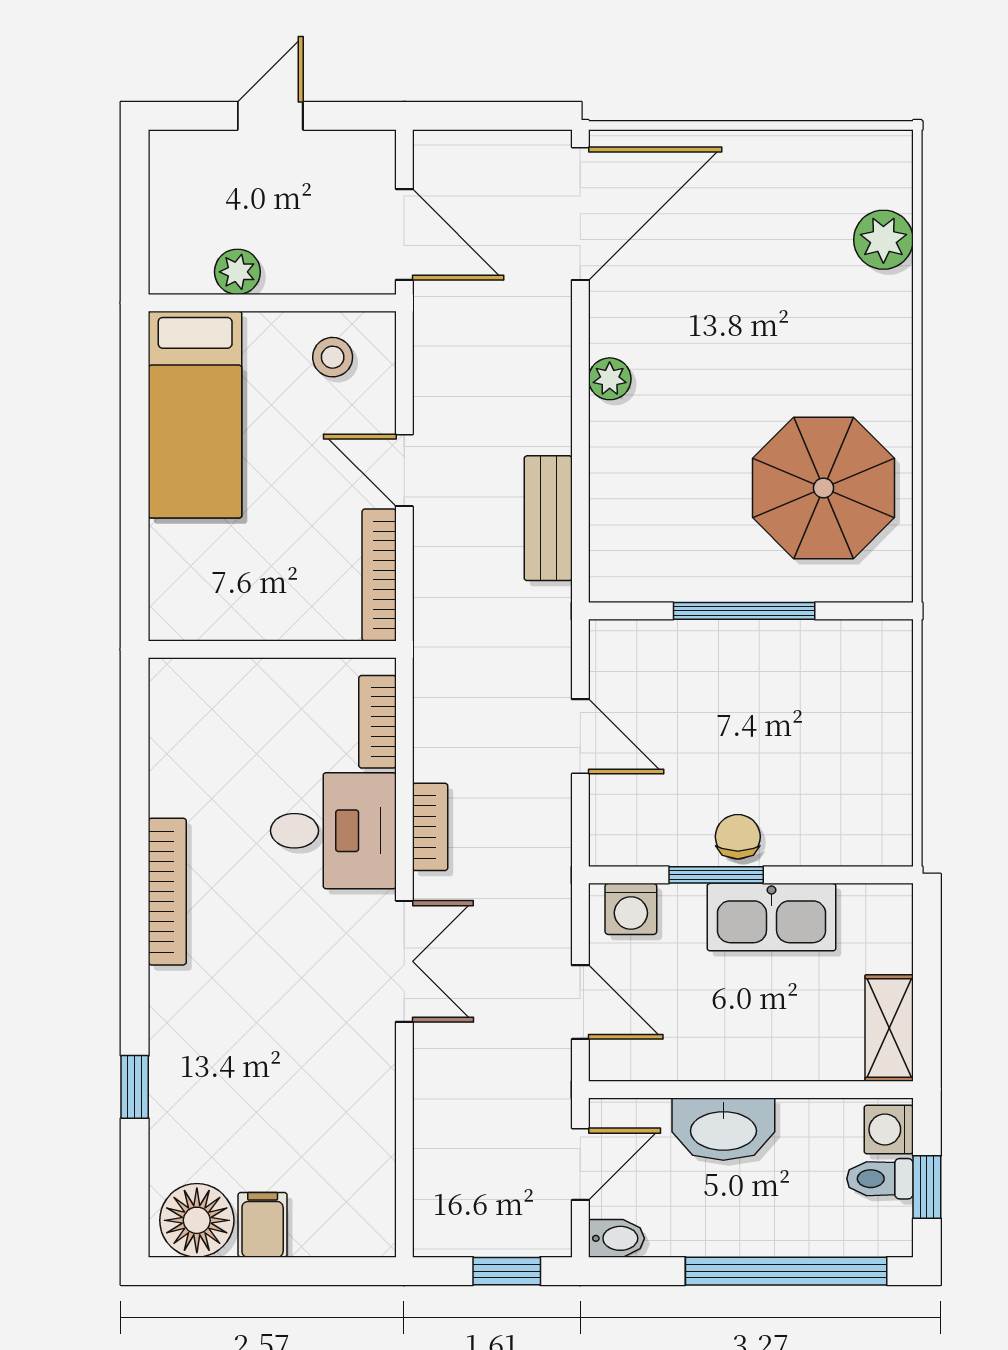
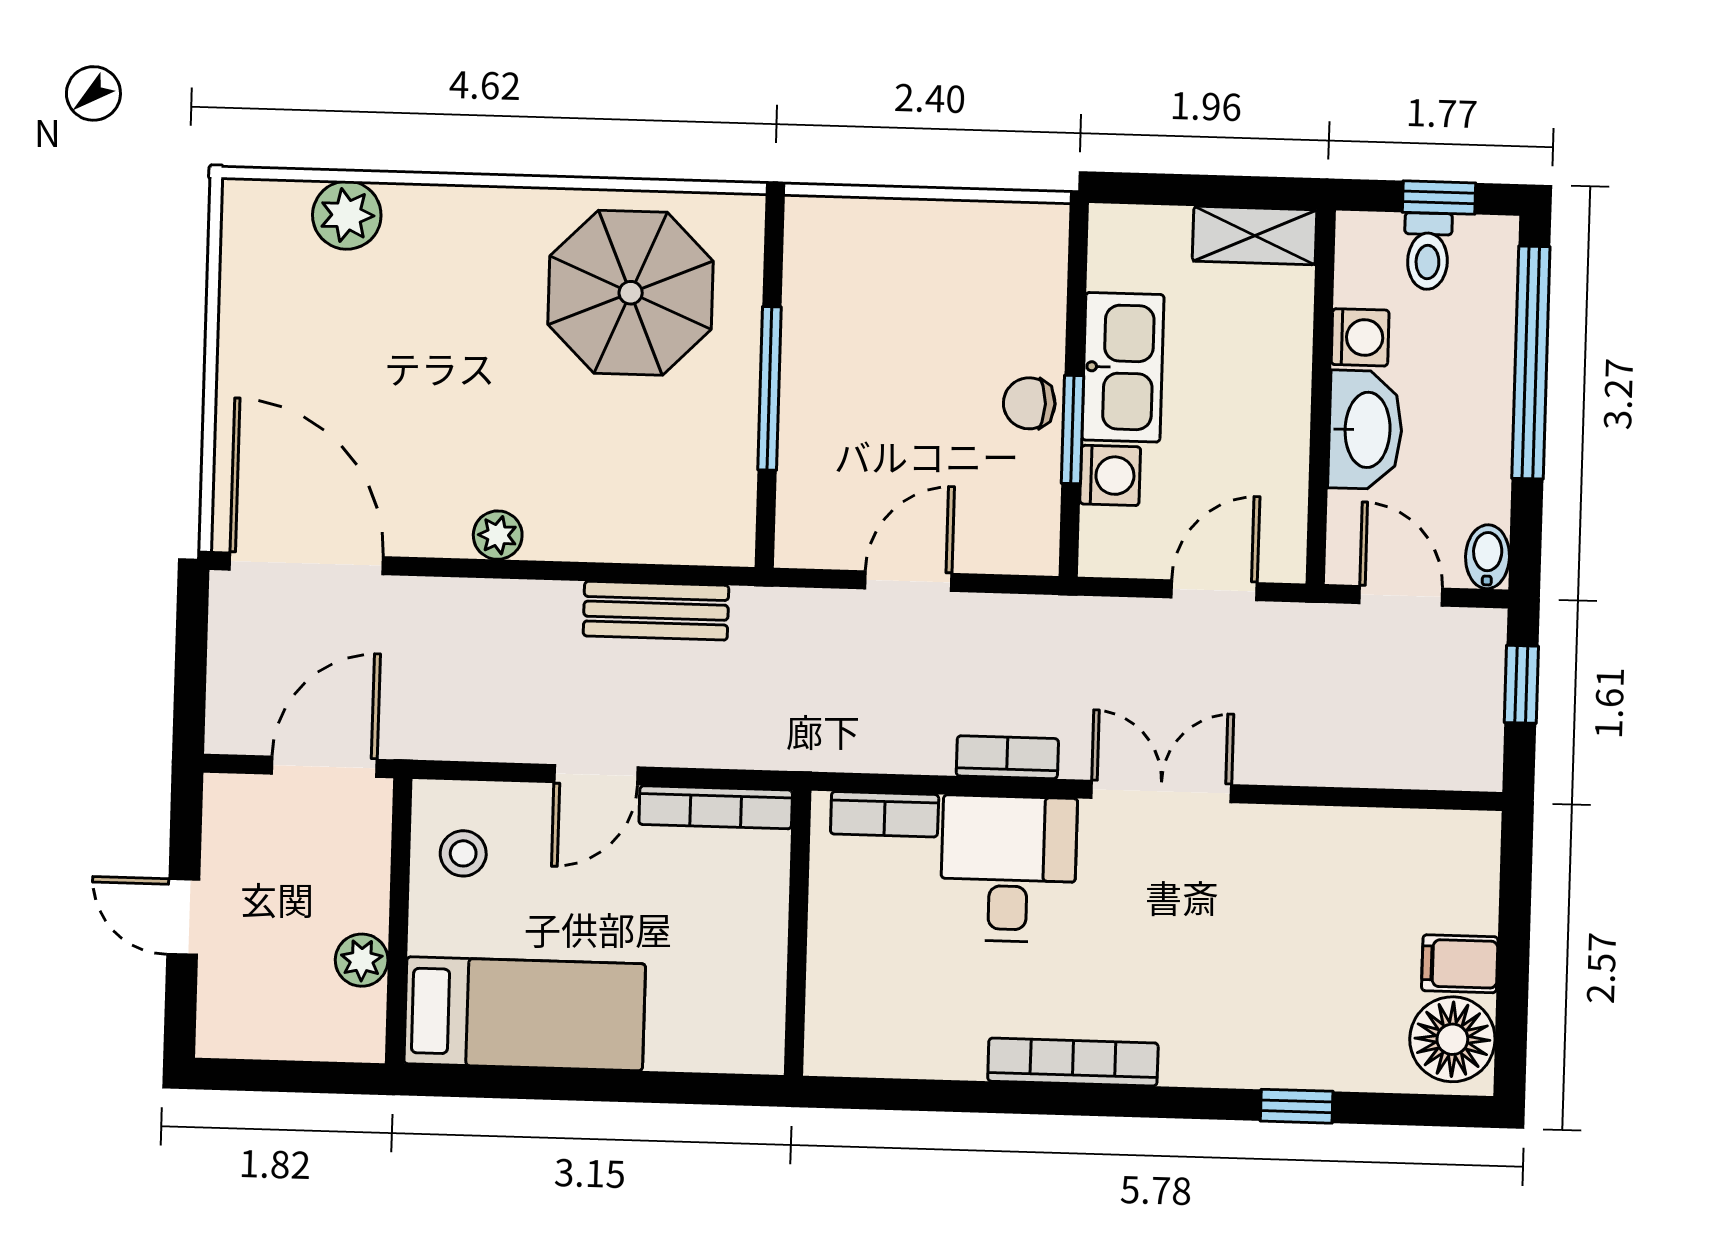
washing machine: (631, 909) -> (1110, 475), moved
washing machine: (889, 1130) -> (1360, 337), moved, turned -90

